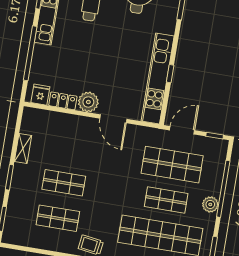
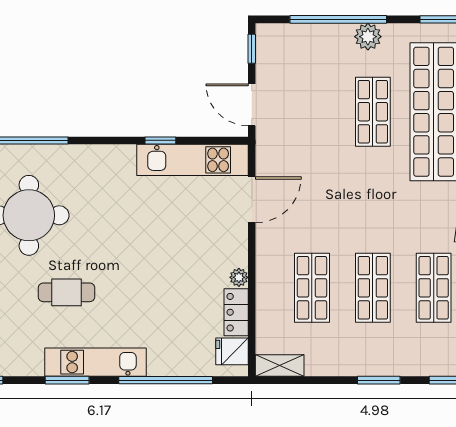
kitchen unit: (158, 79) -> (192, 160), width x0.73
plant: (88, 102) -> (239, 277), width x0.53, depth x0.53
door: (113, 119) -> (252, 200), moved
shelving: (23, 149) -> (280, 365), moved
shop shelf: (172, 165) -> (312, 288), moved, width x0.70, depth x0.74

